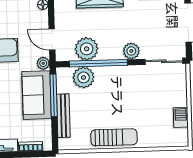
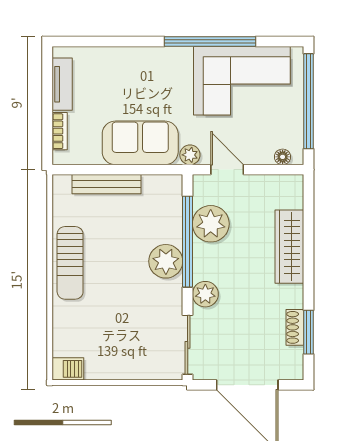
door: (52, 39) -> (227, 170), hinge flipped
plant: (84, 77) -> (166, 261), moved
window: (54, 95) -> (139, 170), removed
barbecue: (181, 117) -> (68, 369), moved

